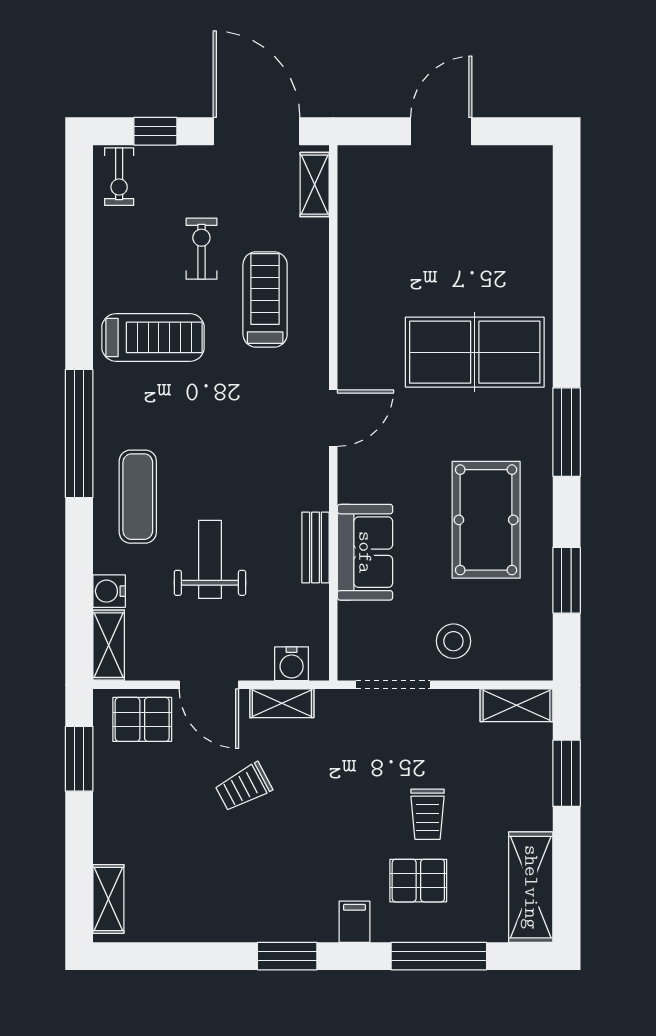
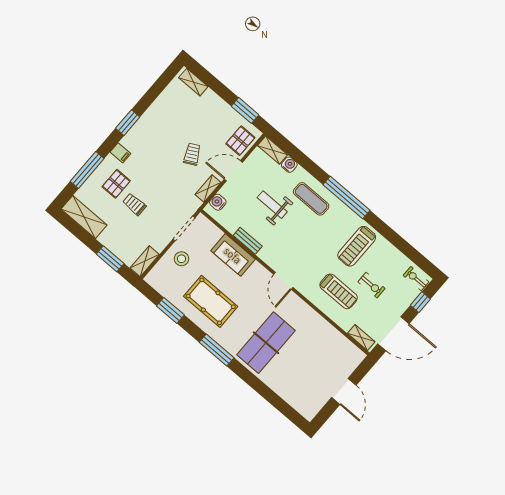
weight bench: (210, 559) -> (272, 205), turned 180

